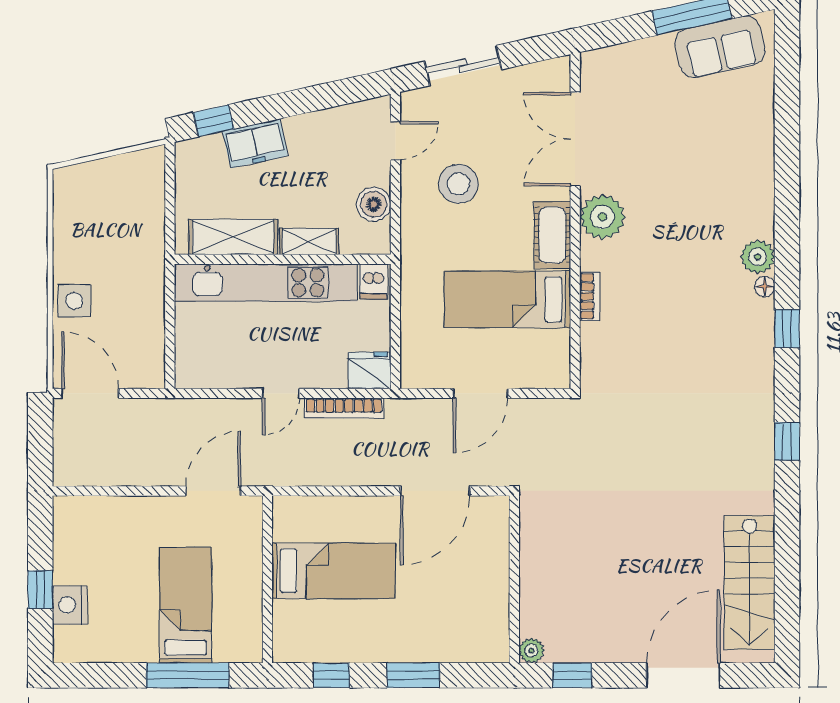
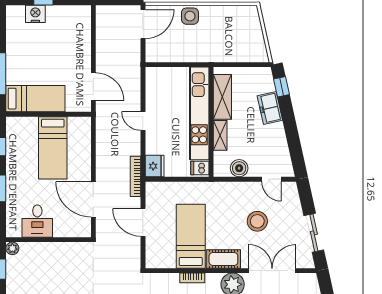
sliding door: (463, 66) -> (314, 233), moved
stool: (458, 184) -> (257, 221), moved
bookcase: (344, 408) -> (135, 176), moved
desk: (478, 601) -> (37, 221), added
bed: (186, 605) -> (35, 99), moved

